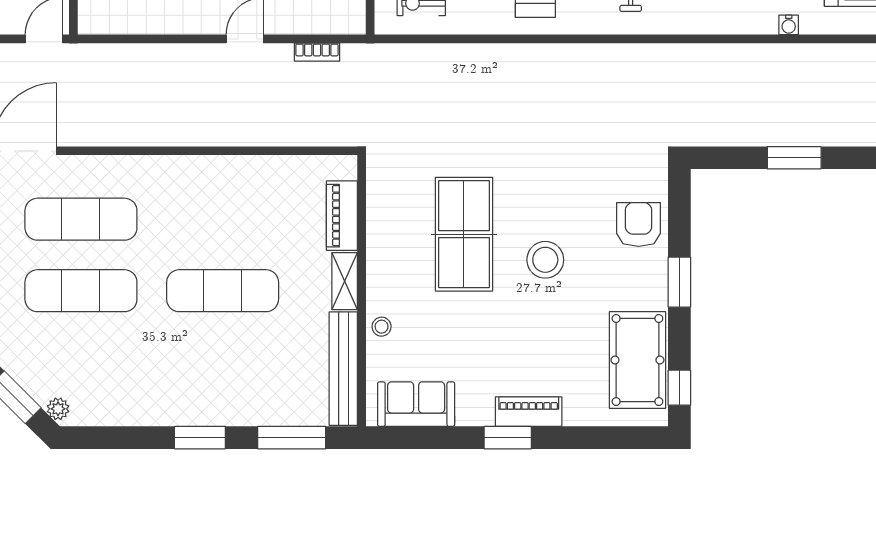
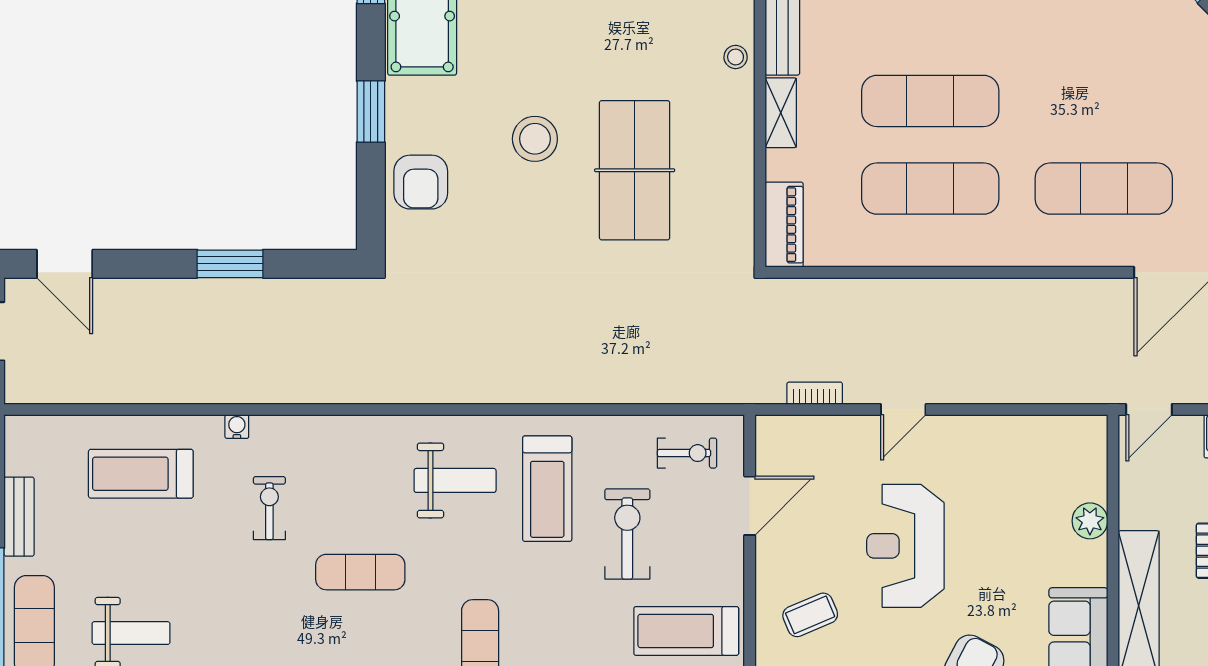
piano: (342, 216) -> (784, 225), moved
exercise mat: (81, 291) -> (930, 189), moved

